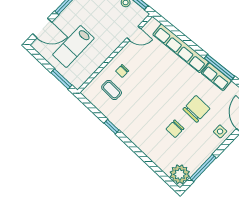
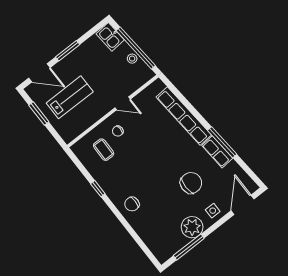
door: (134, 33) -> (123, 103), moved
lab bench: (73, 46) -> (70, 97), turned 180
window: (61, 79) -> (39, 113), moved
chair: (175, 129) -> (132, 204), moved
plant: (180, 174) -> (192, 227), moved

